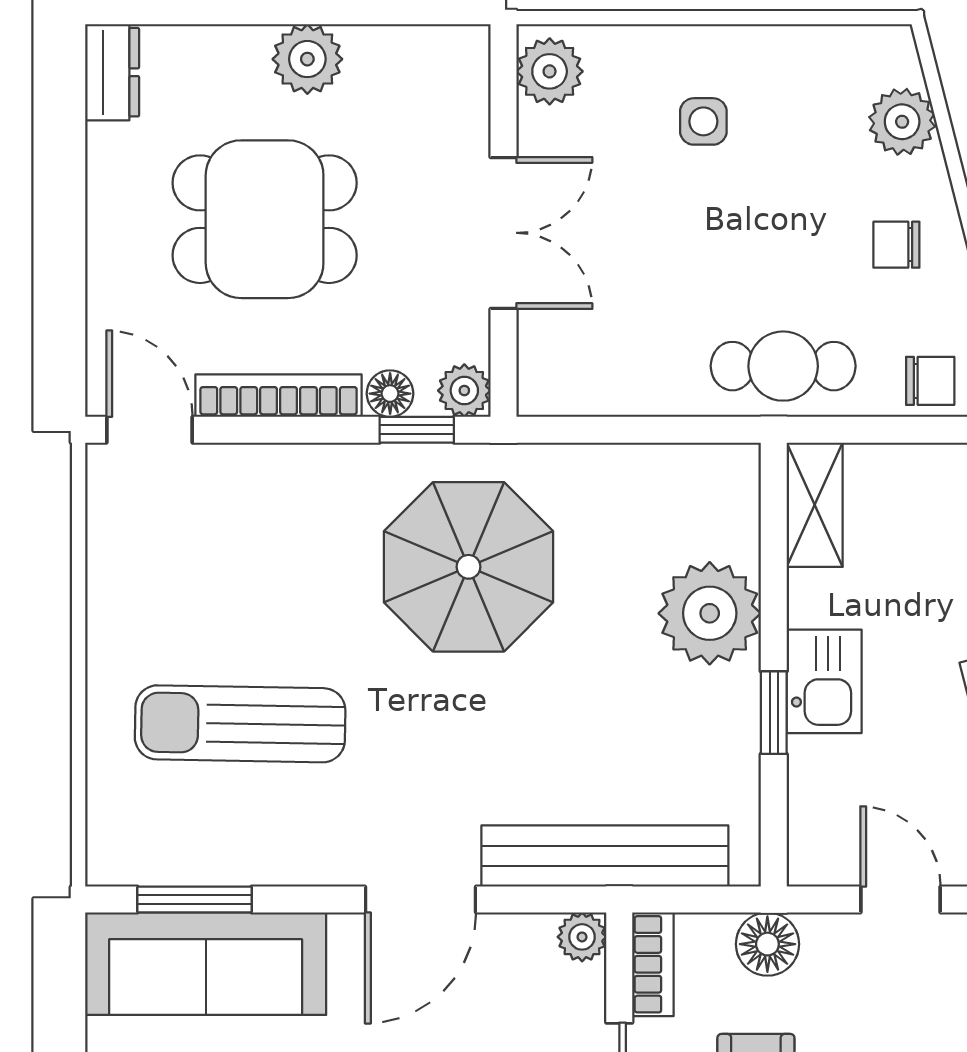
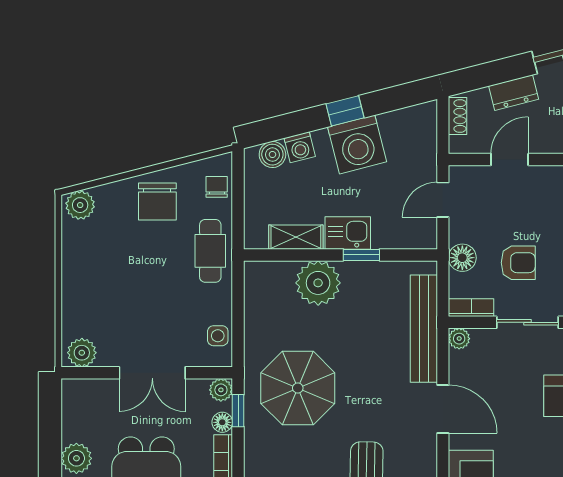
side table: (703, 121) -> (218, 336), moved
plant: (902, 122) -> (80, 205), moved
double door: (503, 233) -> (152, 373), swing flipped
chair: (896, 245) -> (157, 201), width x1.87, depth x1.87
shelving: (815, 505) -> (296, 237), moved

